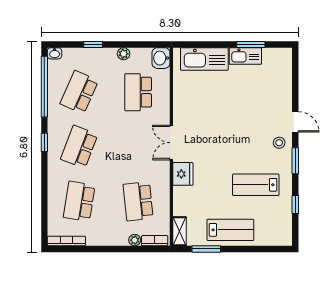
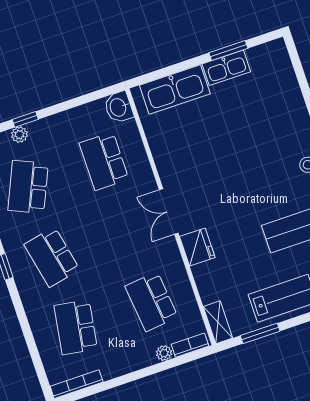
plant: (124, 54) -> (19, 135), moved
school desk: (79, 147) -> (52, 257), turned -33

